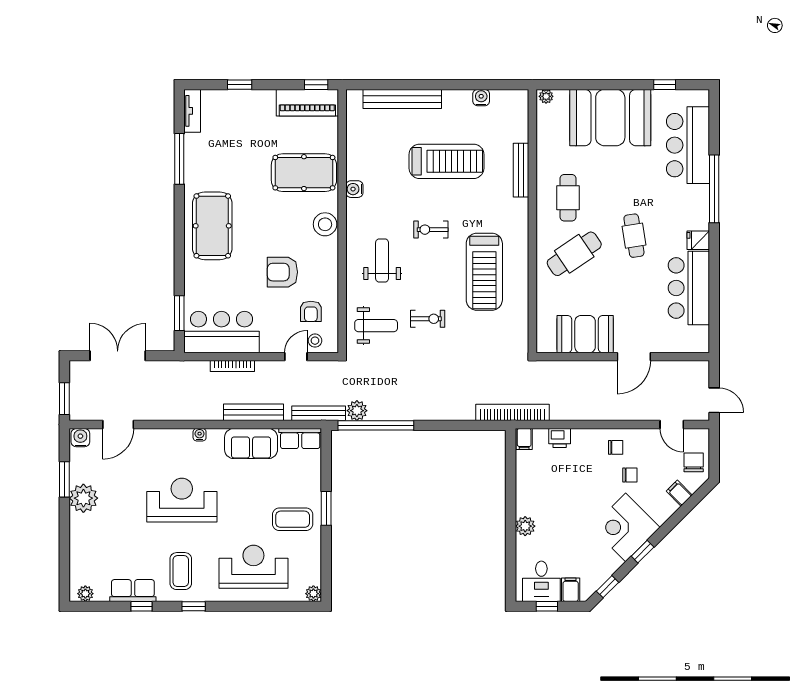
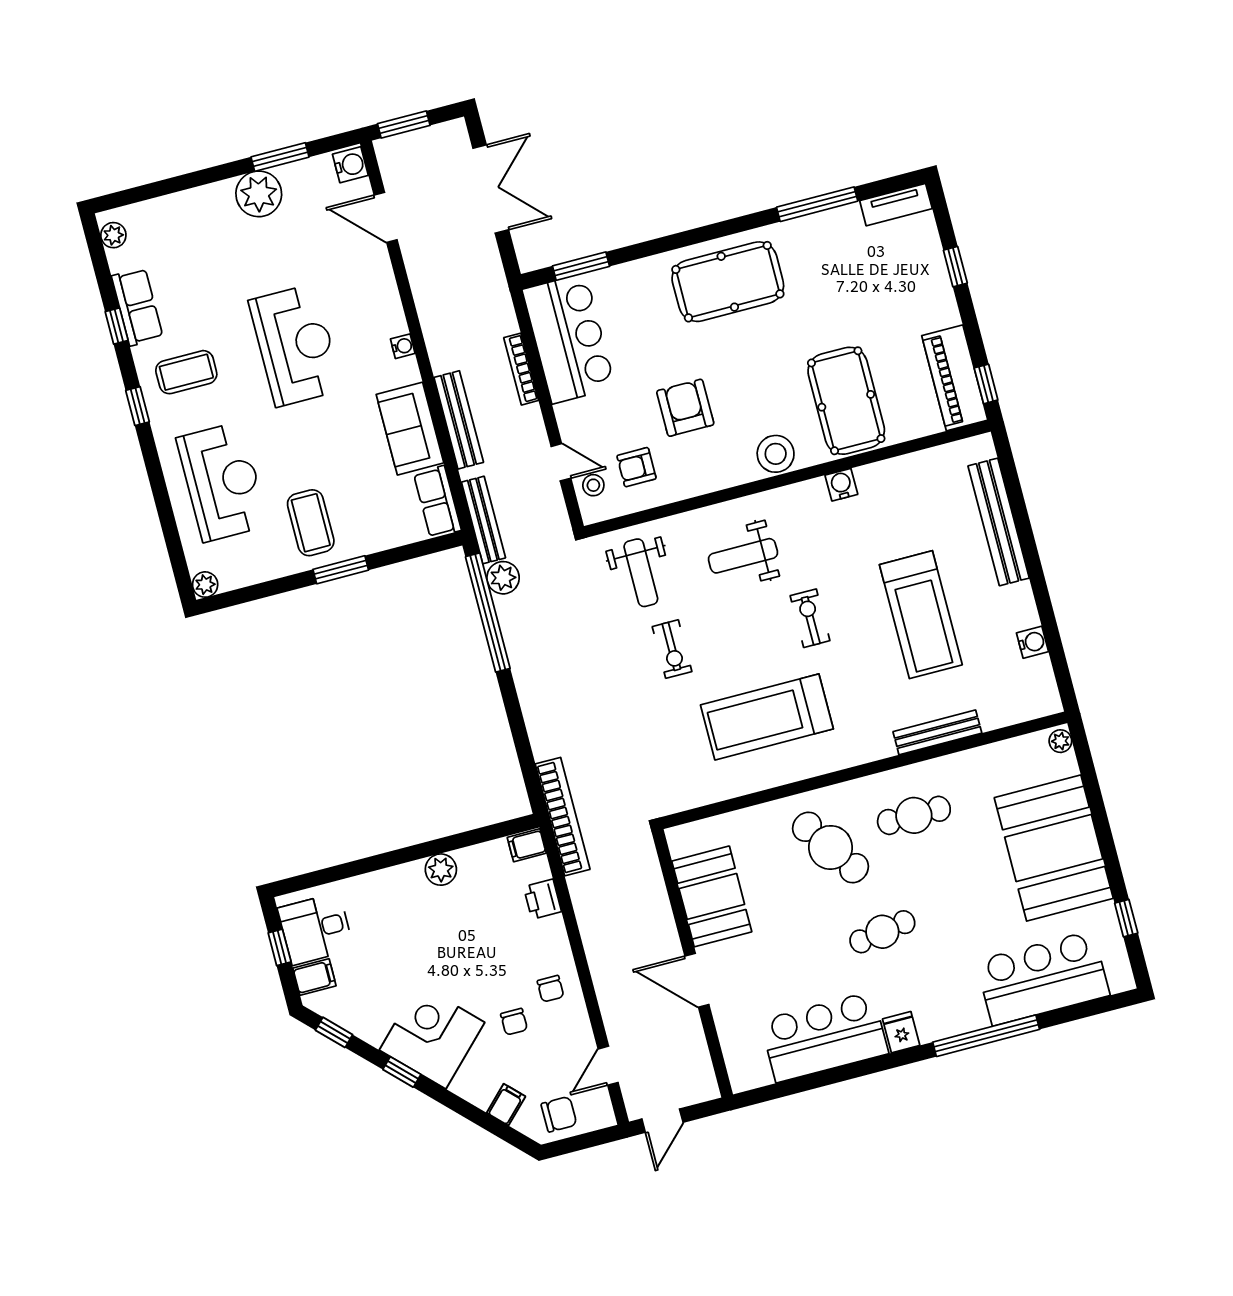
weight bench: (382, 261) -> (743, 556), turned 180
plant: (525, 526) -> (441, 870), moved

